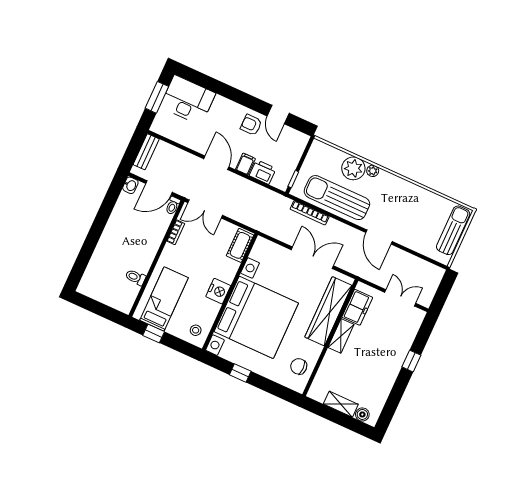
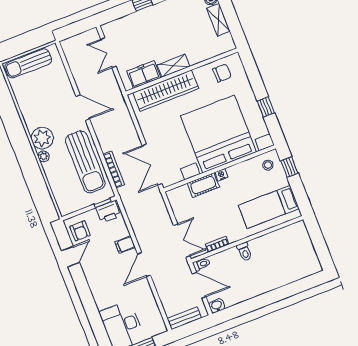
armchair: (251, 125) -> (80, 231), moved
plant: (353, 168) -> (42, 138), moved
printer: (263, 172) -> (108, 212), moved, turned -90
door: (379, 237) -> (83, 108), hinge flipped
cot: (240, 245) -> (203, 185), moved
double door: (312, 258) -> (152, 165), moved
toilet: (135, 277) -> (245, 252), moved
nightstand: (218, 291) -> (221, 175), width x0.53, depth x0.56
window: (154, 334) -> (289, 167), moved
chair: (299, 366) -> (222, 73), turned -90

